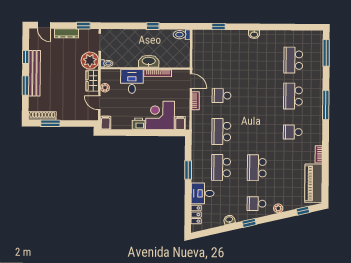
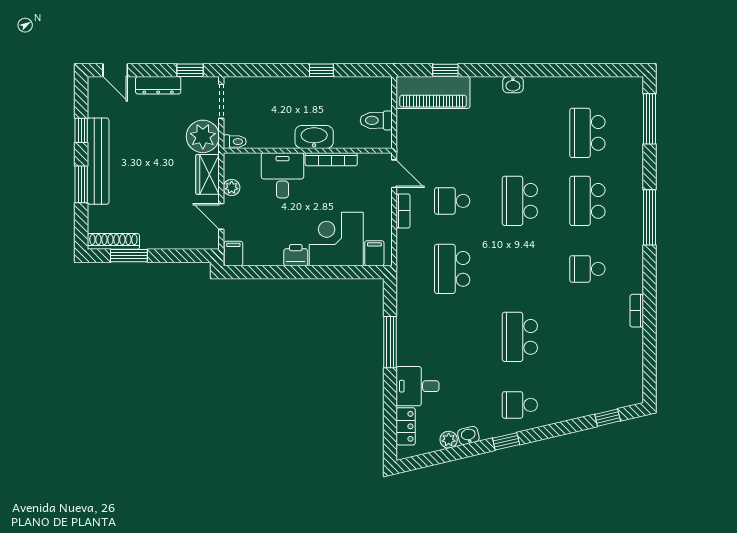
toilet: (182, 35) -> (376, 120), moved
school desk: (221, 167) -> (520, 201), moved
window: (188, 170) -> (390, 342), width x1.44
piano: (313, 183) -> (433, 92), moved, turned -90
plant: (278, 208) -> (449, 440), moved

